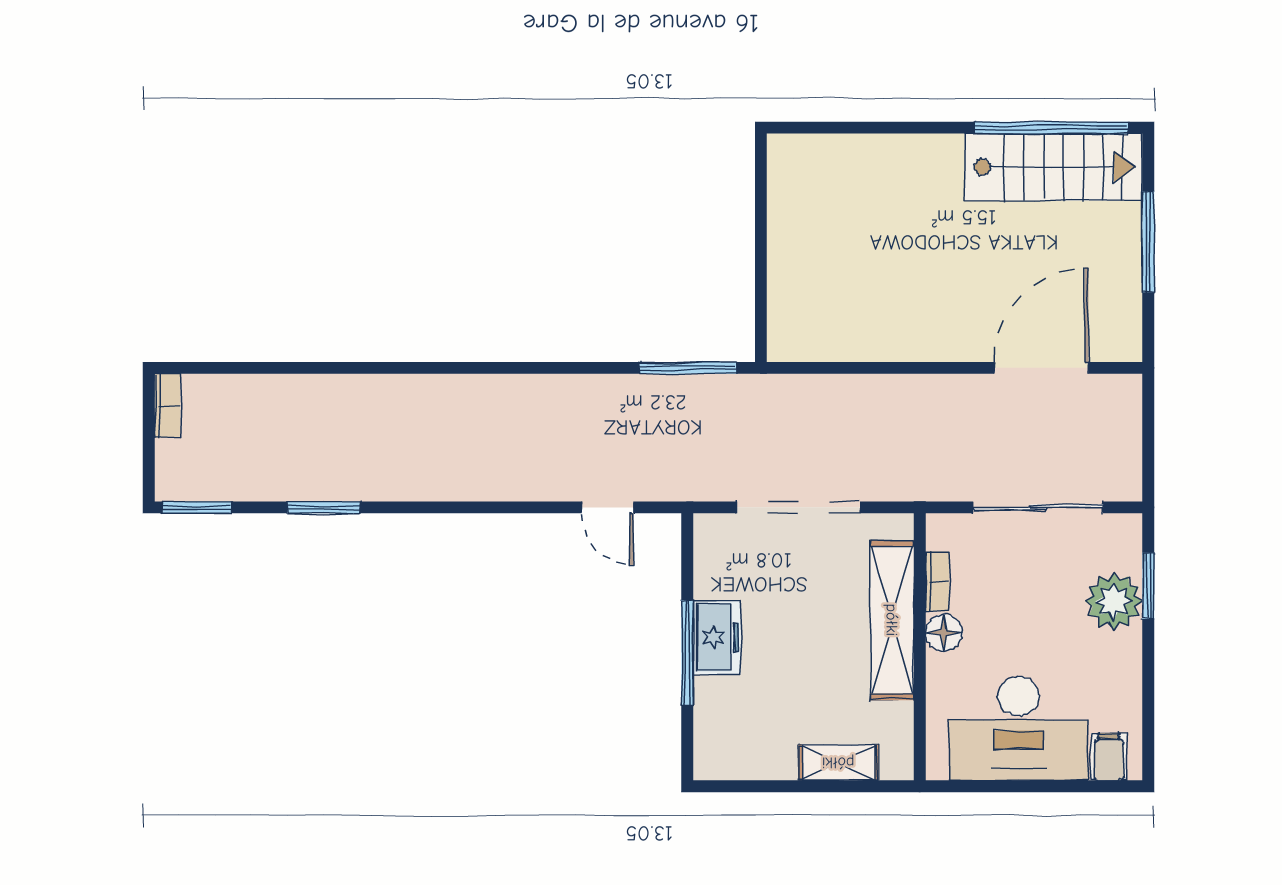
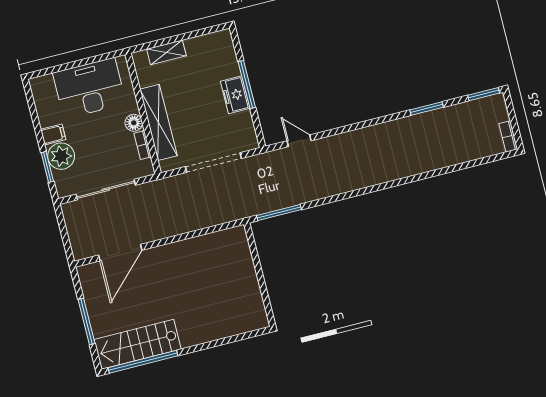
filing cabinet: (1109, 757) -> (53, 134), moved, turned -90

